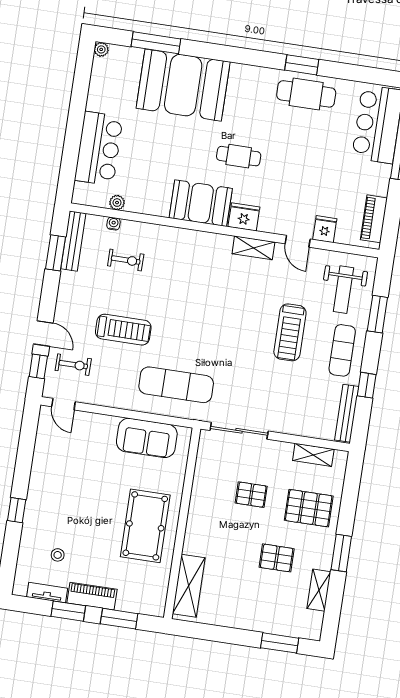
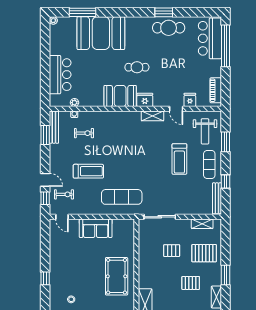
sofa: (147, 438) -> (96, 228), moved

